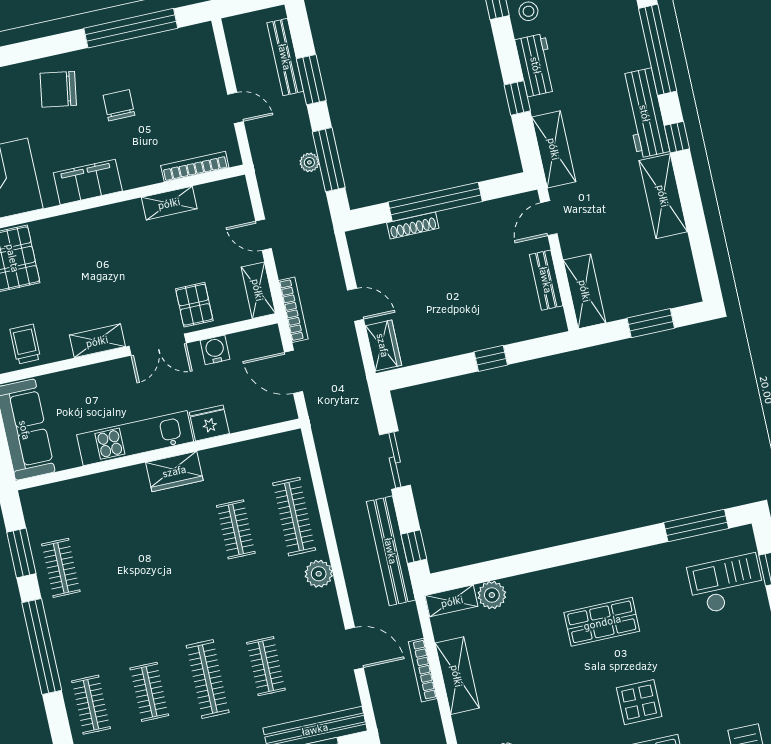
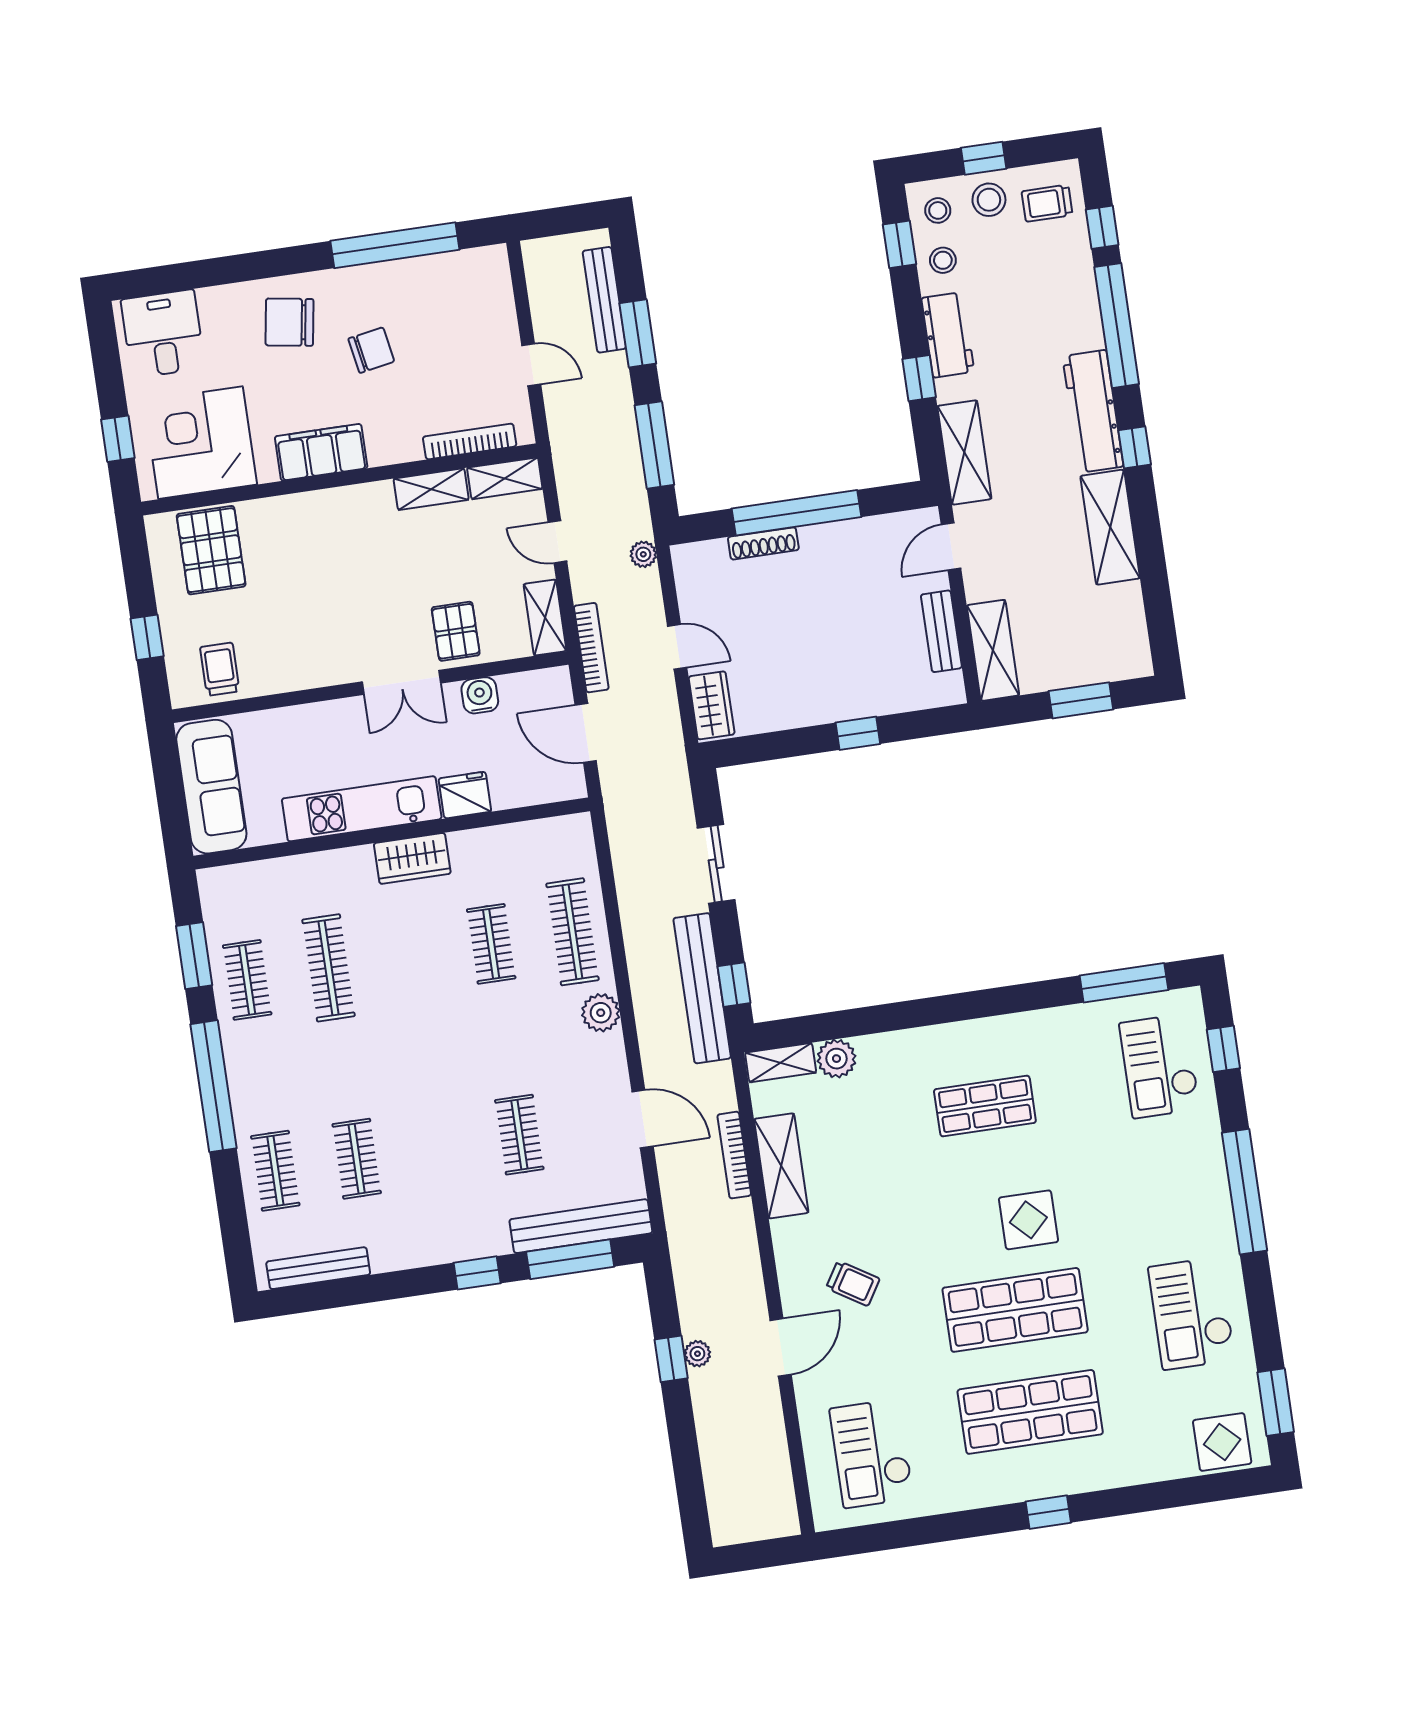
chair: (119, 105) -> (371, 350), turned 80
plant: (309, 162) -> (643, 554), moved
shelving: (97, 341) -> (505, 478), moved
checkout: (726, 584) -> (1160, 1066), turned -90
clothes rail: (208, 679) -> (328, 968), moved

